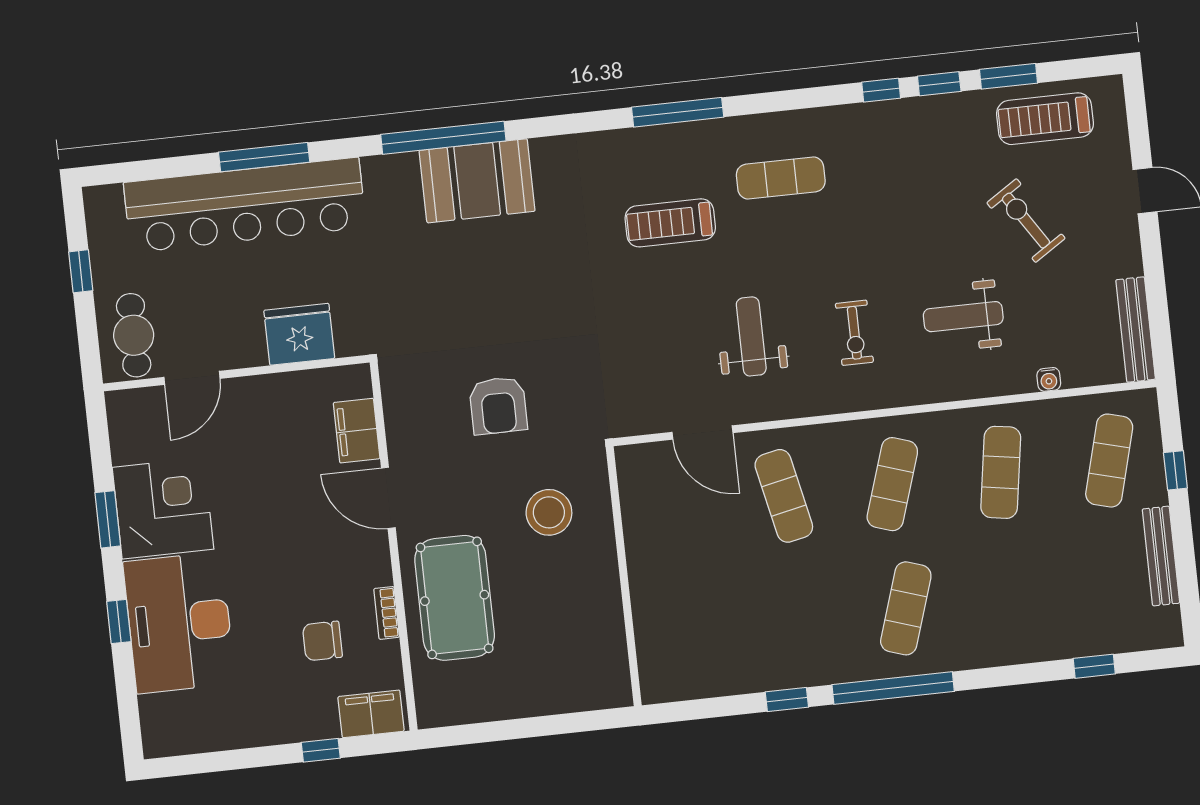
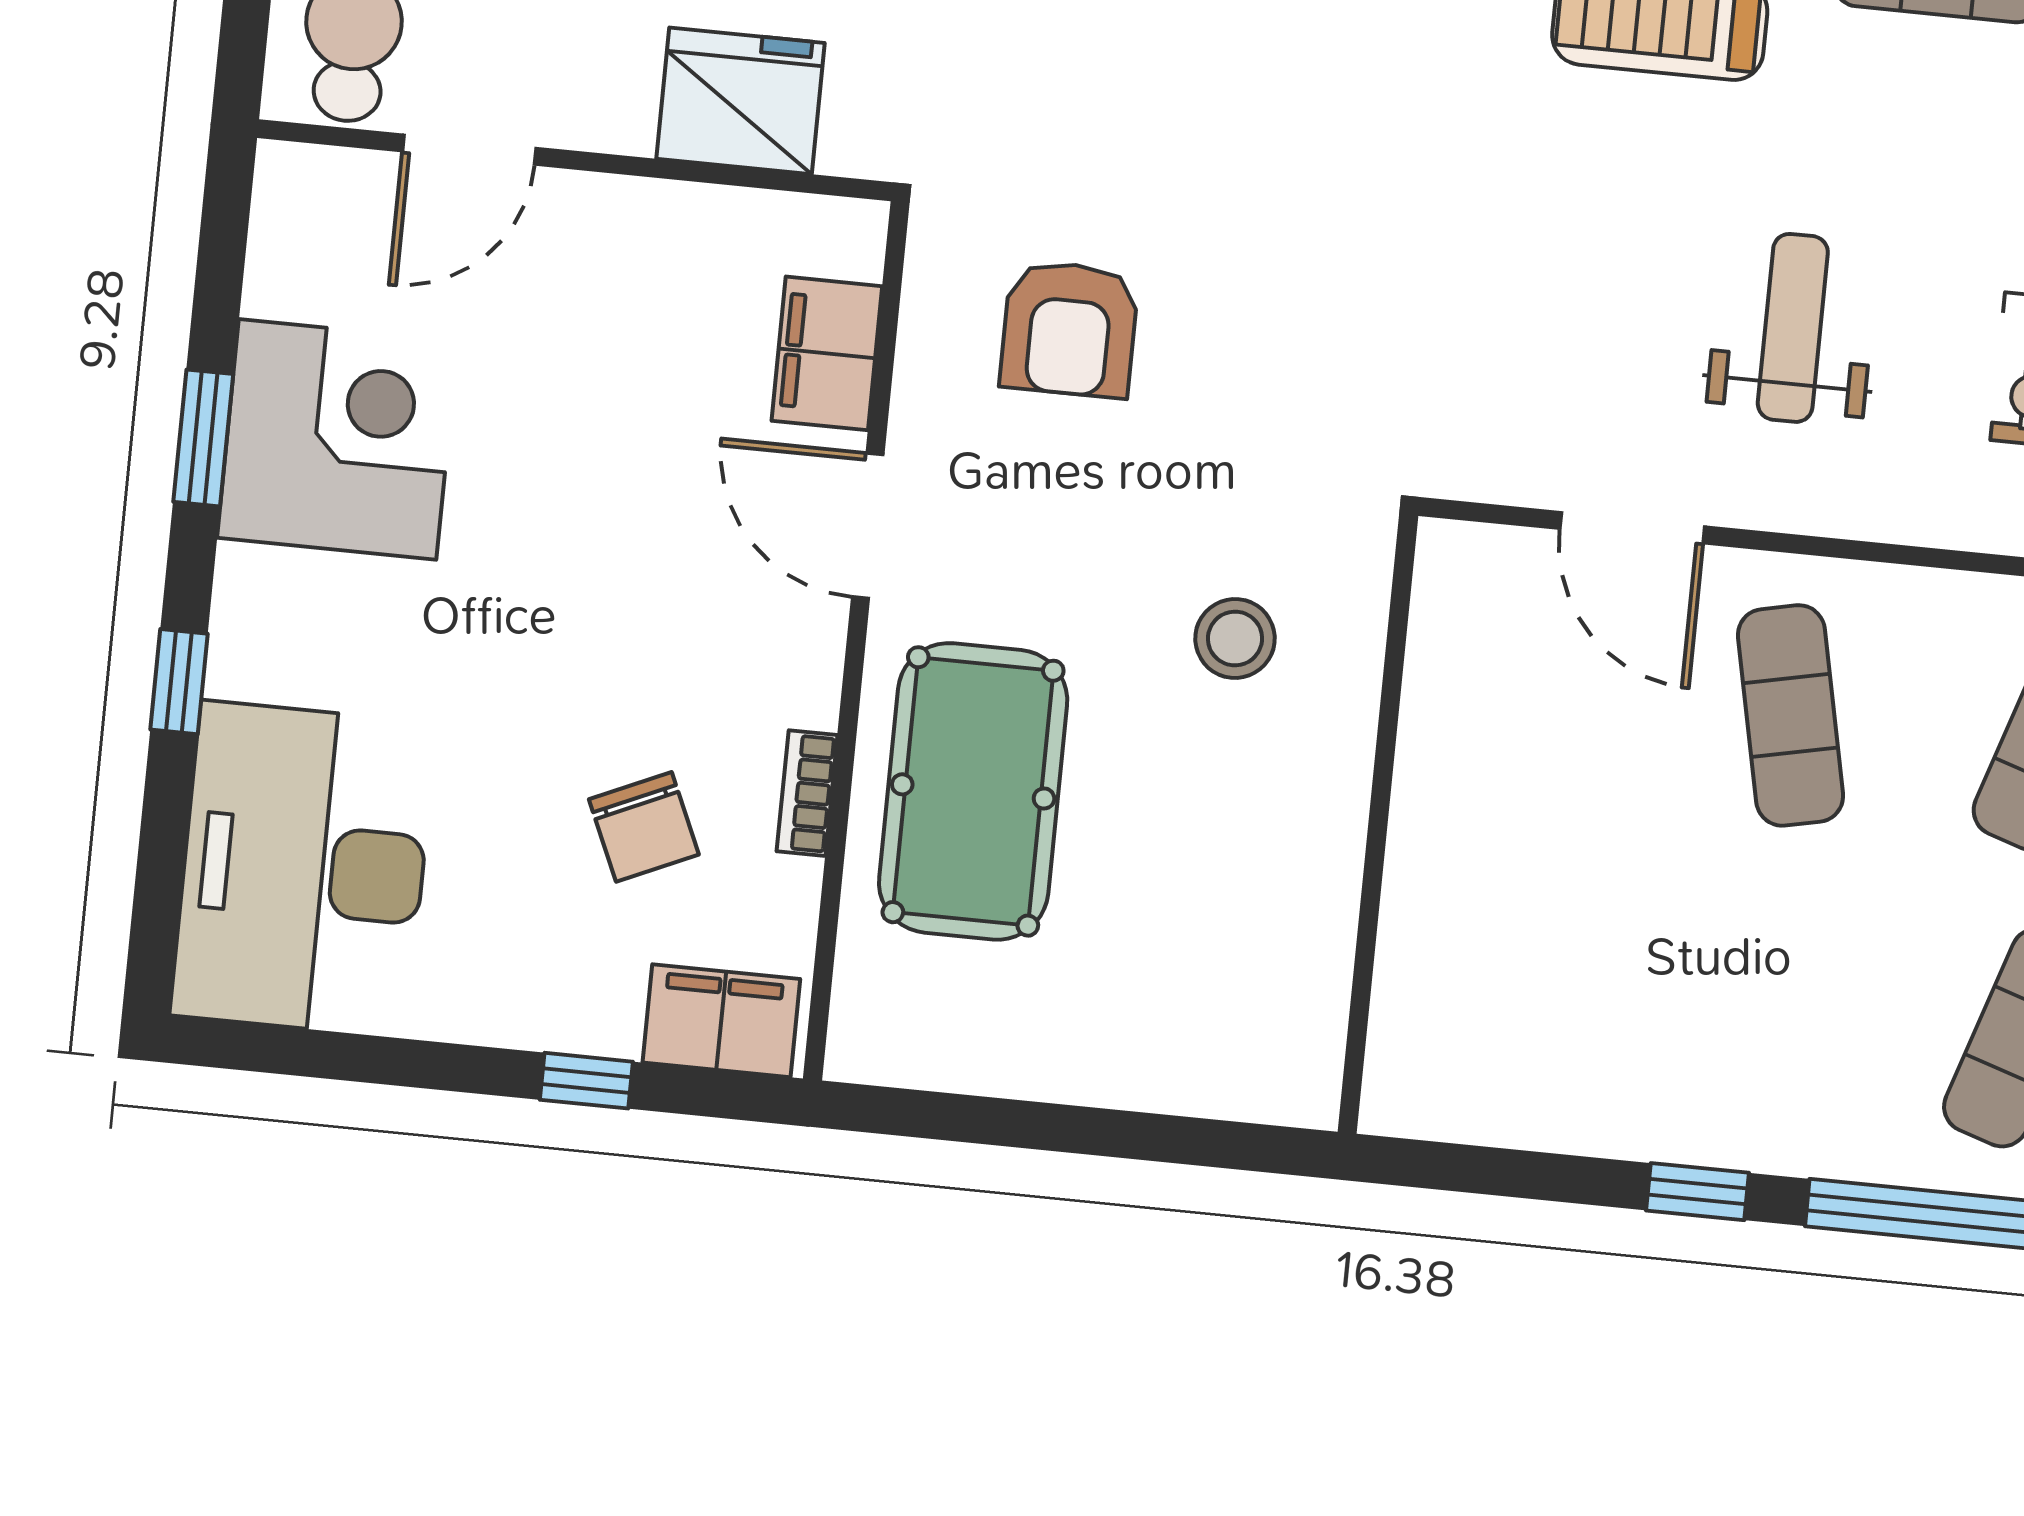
armchair: (498, 406) -> (1069, 329), moved
stool: (549, 512) -> (1235, 638), width x0.73, depth x0.73
desk: (179, 623) -> (303, 869), moved
chair: (322, 641) -> (644, 827), turned -114

